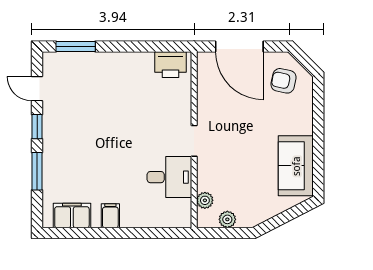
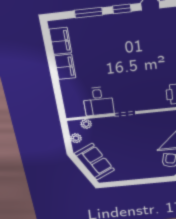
sofa: (296, 166) -> (94, 162), moved, turned 63
filing cabinet: (110, 216) -> (65, 67), width x2.00

